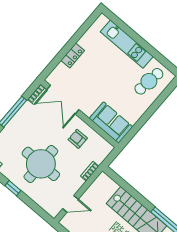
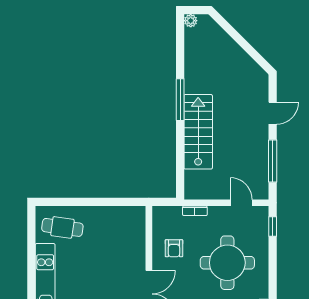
sofa: (111, 123) -> (132, 230), removed
window: (13, 188) -> (273, 227), moved

